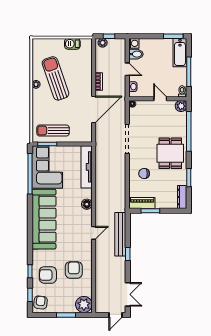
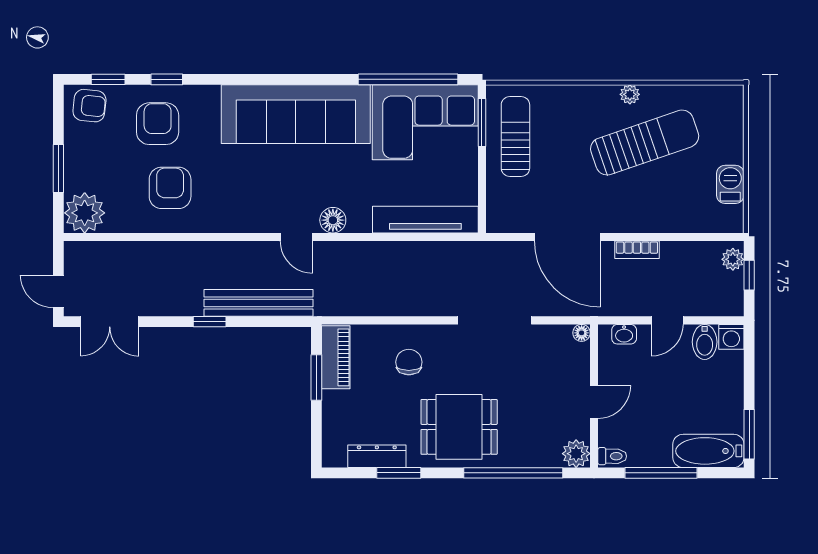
dresser: (182, 197) -> (377, 456), moved
door: (94, 233) -> (296, 237), moved
armchair: (74, 270) -> (170, 188), turned -90

